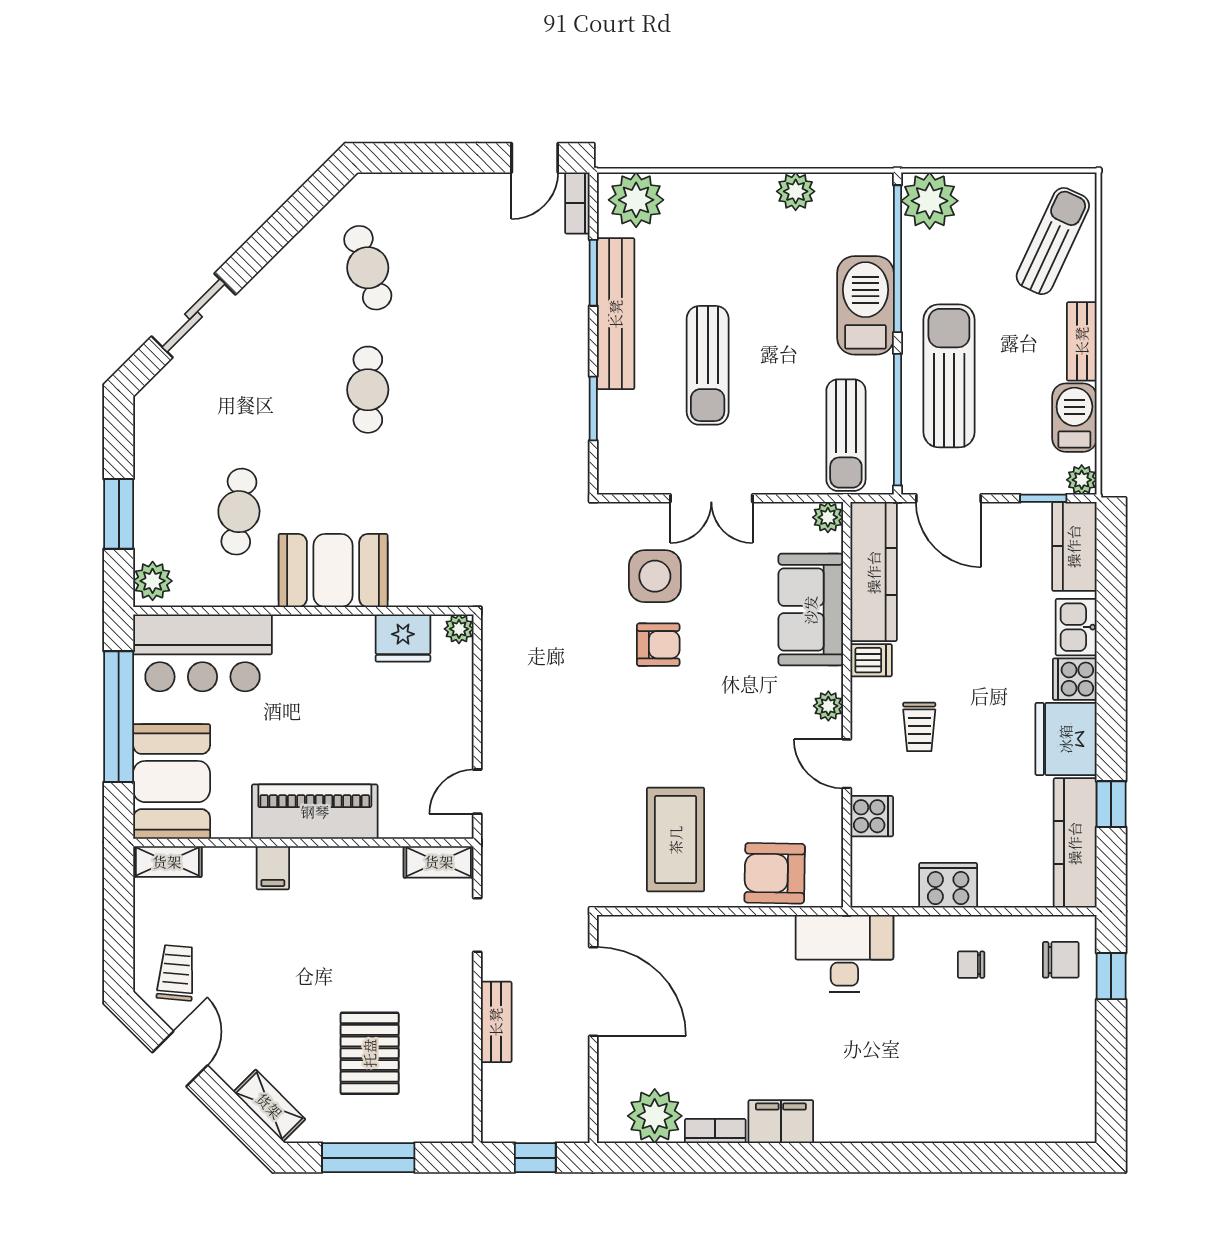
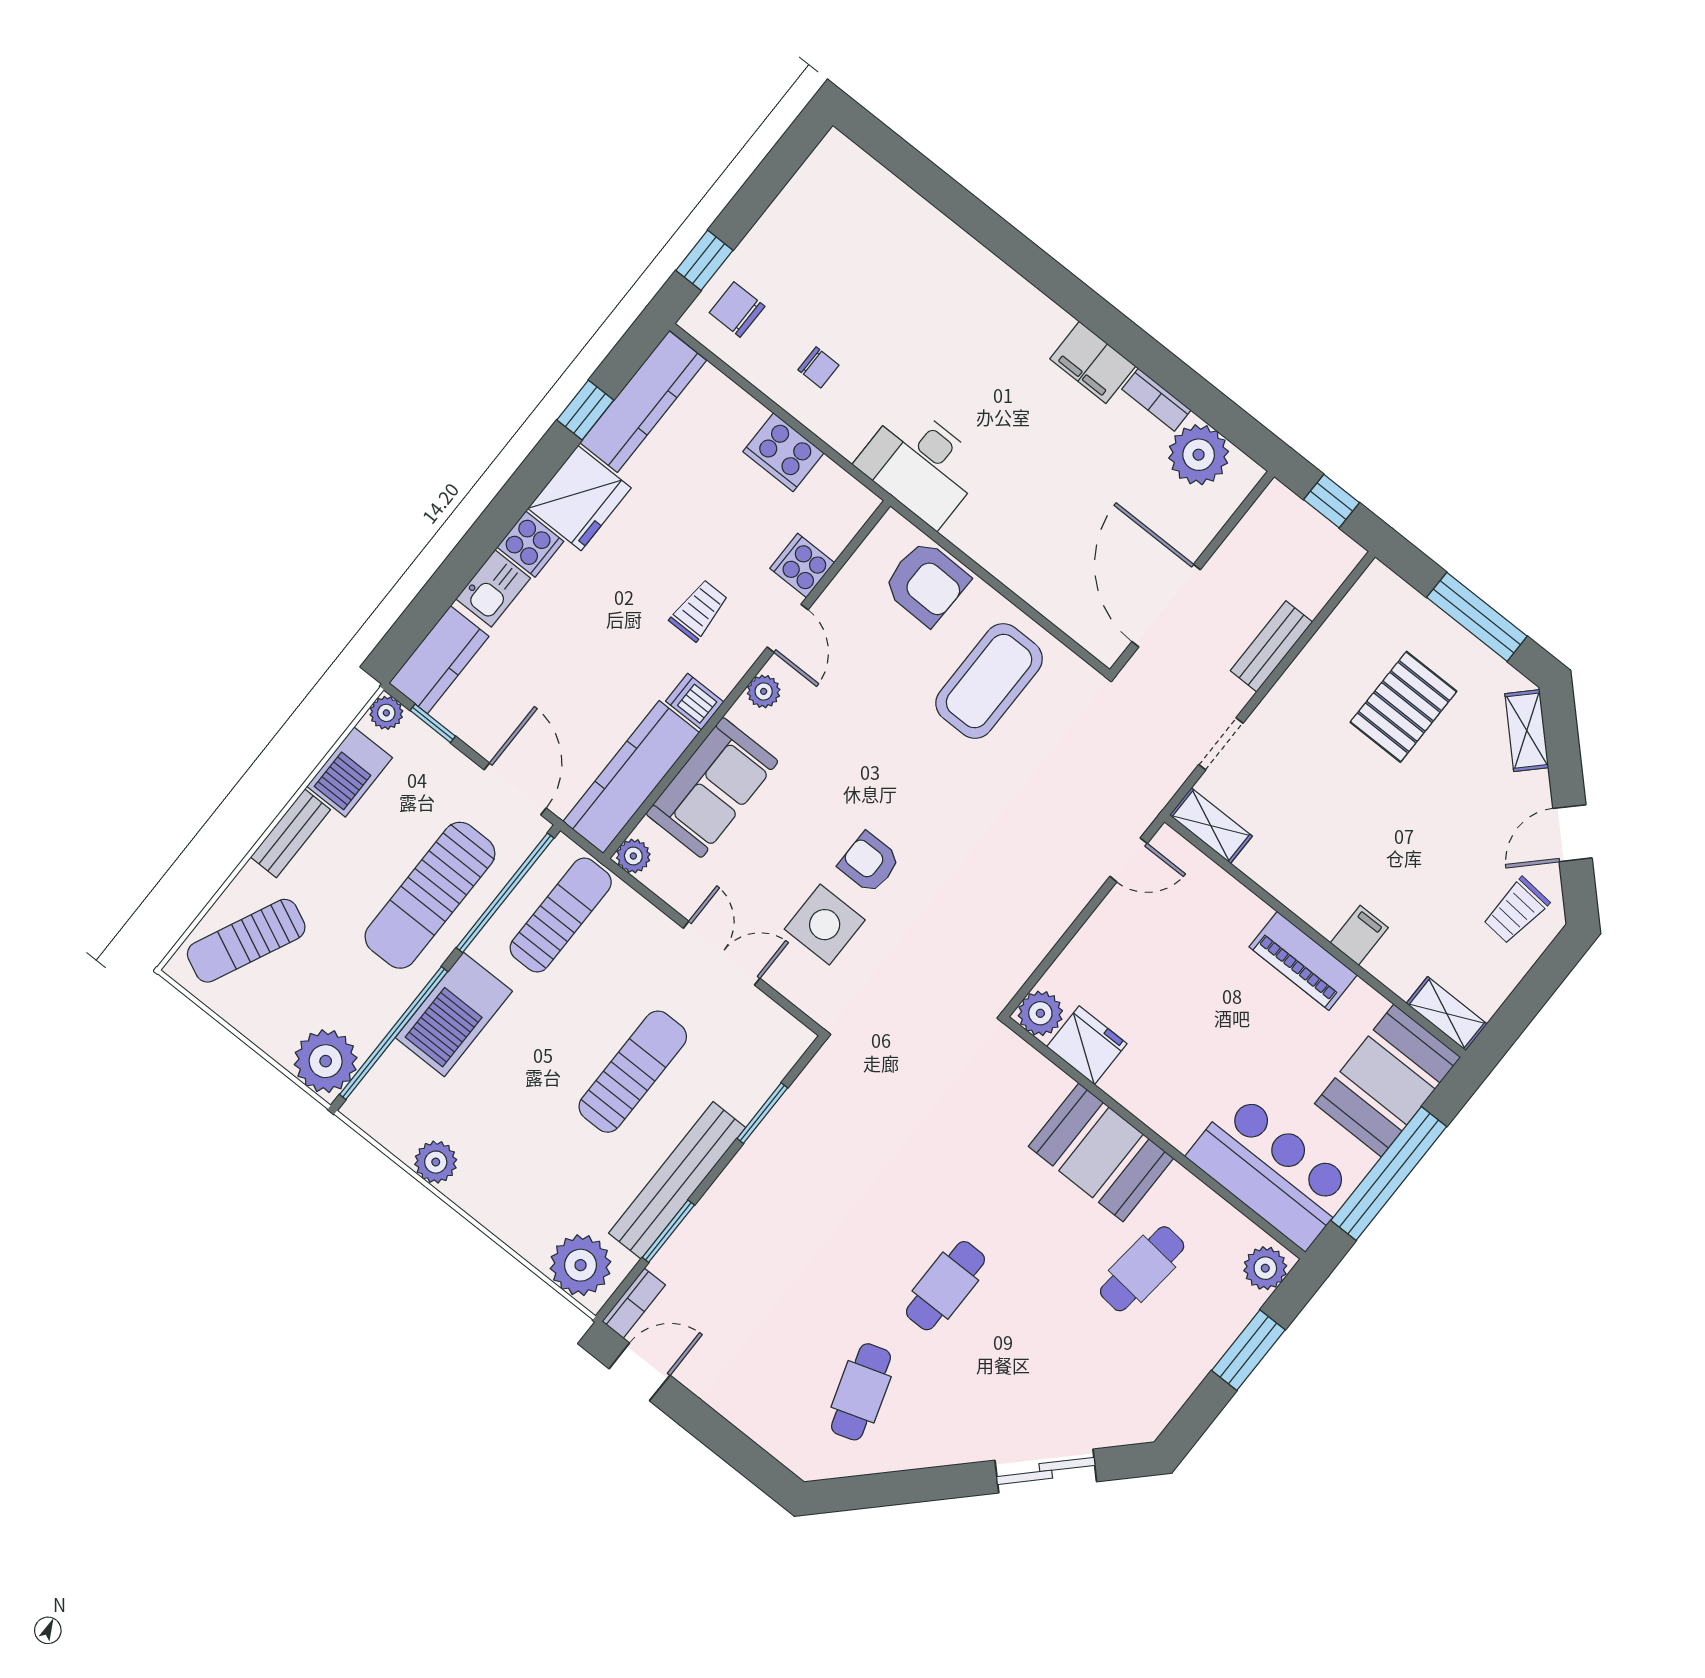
plant: (459, 629) -> (1040, 1013), width x1.38, depth x1.38
piano: (315, 812) -> (1303, 961), width x0.73, depth x0.75

